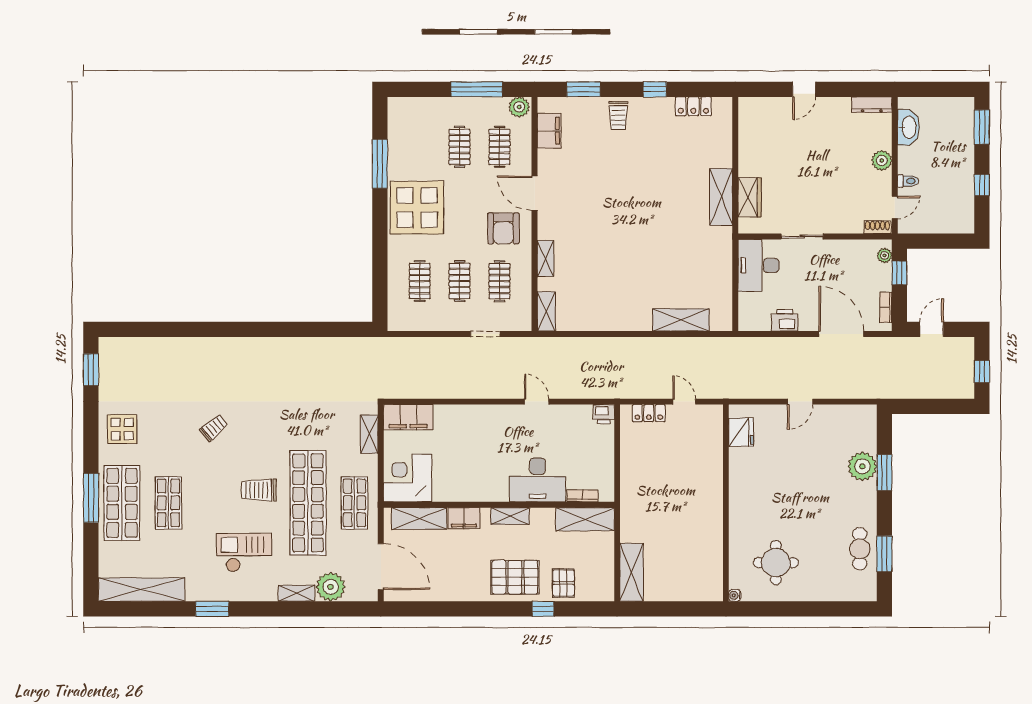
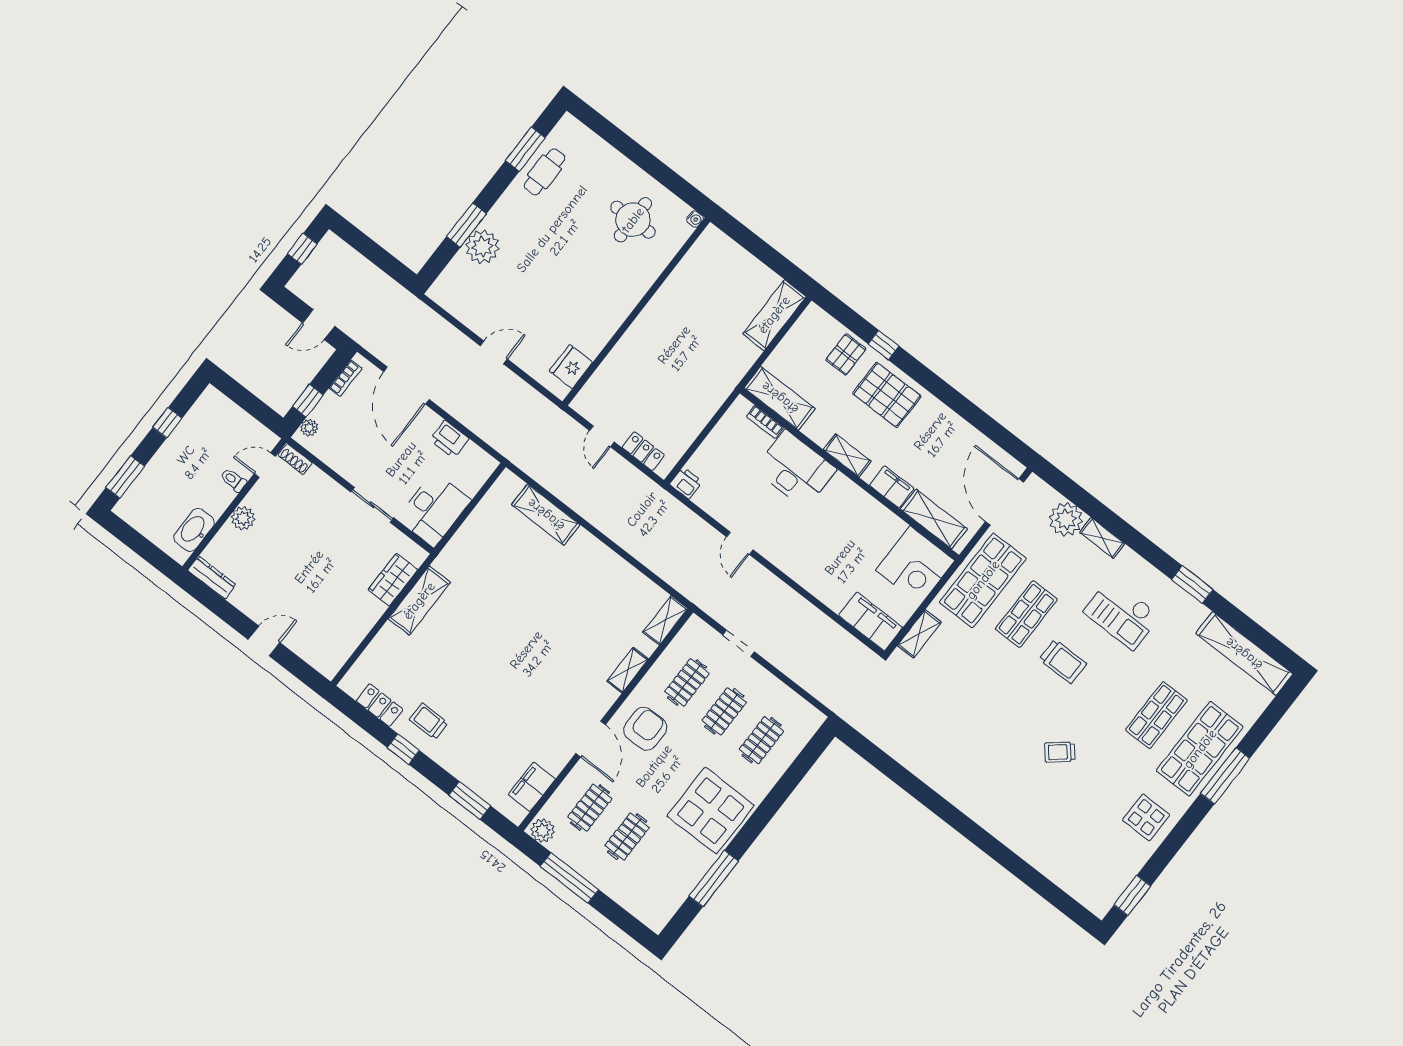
trolley: (618, 116) -> (429, 721), moved, turned -90
shop shelf: (308, 503) -> (1026, 614), width x0.50, depth x0.74
shop shelf: (354, 503) -> (983, 580), width x1.43, depth x1.36

